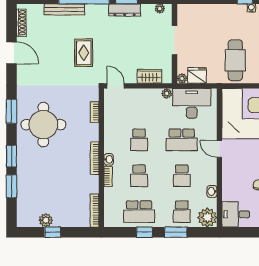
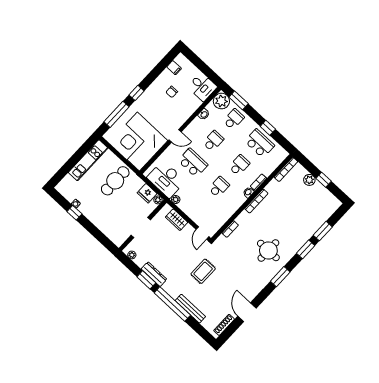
round table: (43, 125) -> (268, 250), width x0.73, depth x0.73
door: (219, 149) -> (175, 136), hinge flipped
plant: (46, 220) -> (309, 180), moved
window: (176, 232) -> (239, 100), moved

